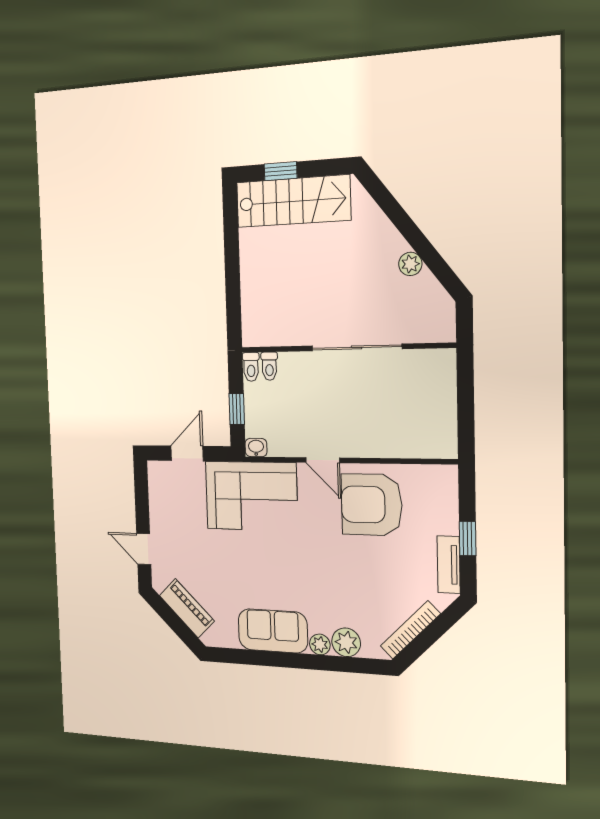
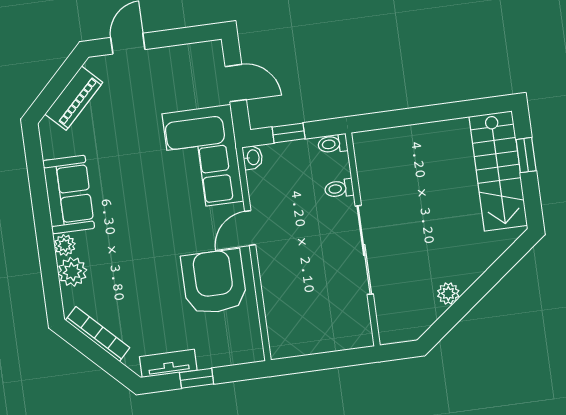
toilet: (269, 366) -> (339, 189), moved

